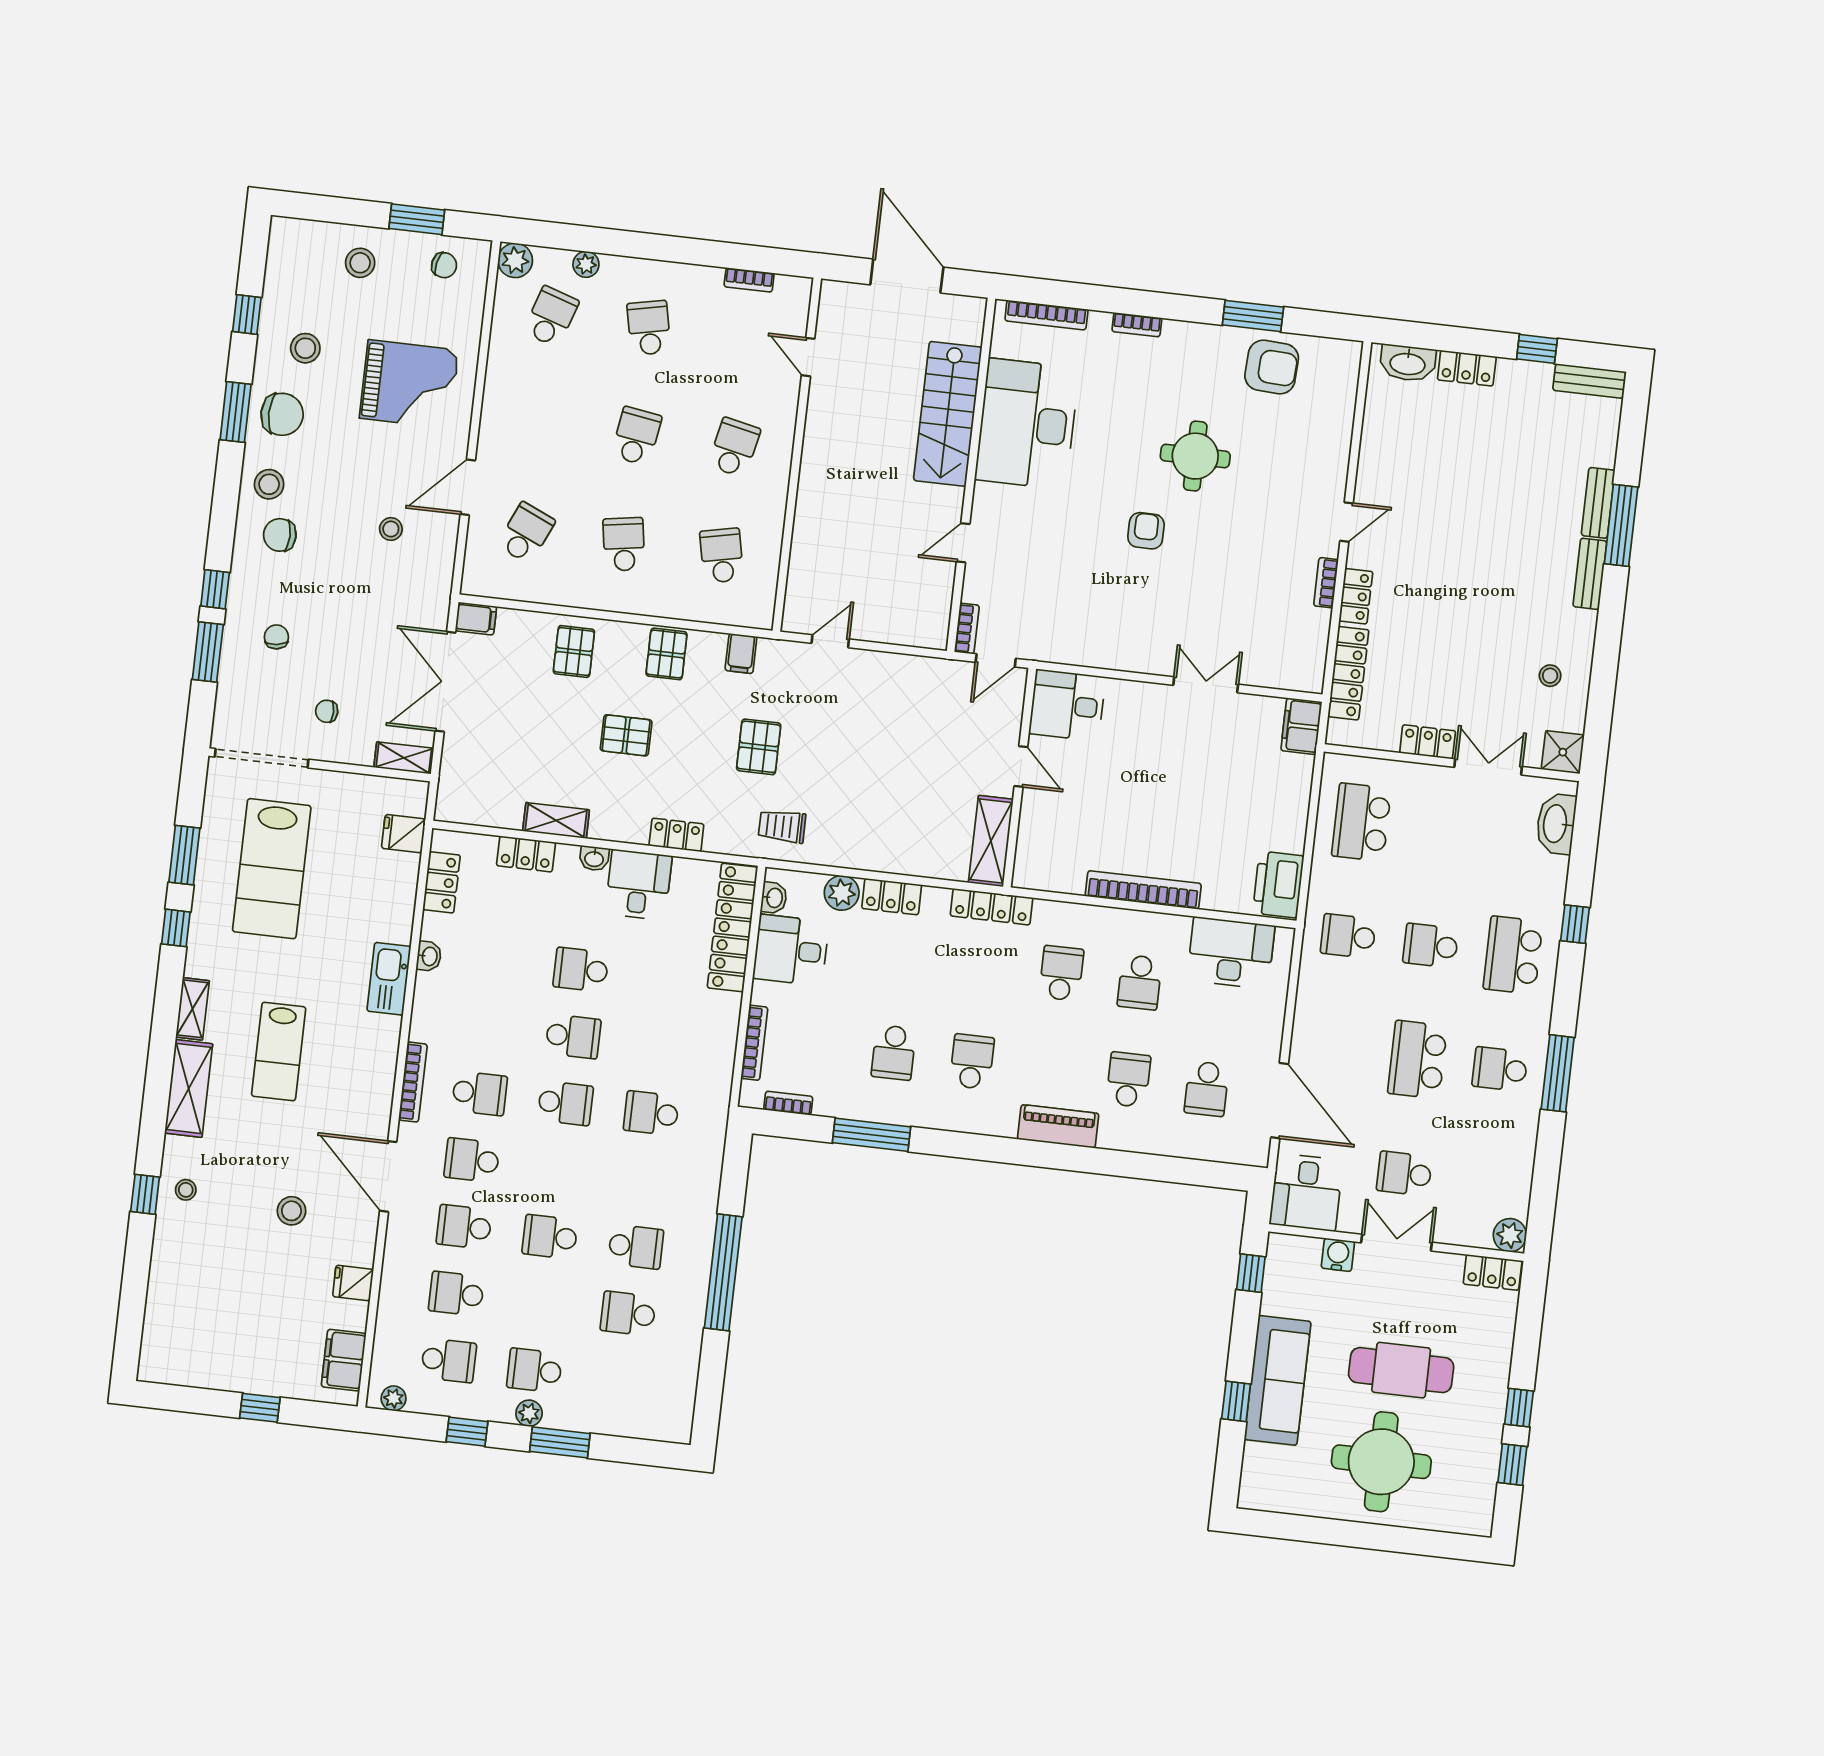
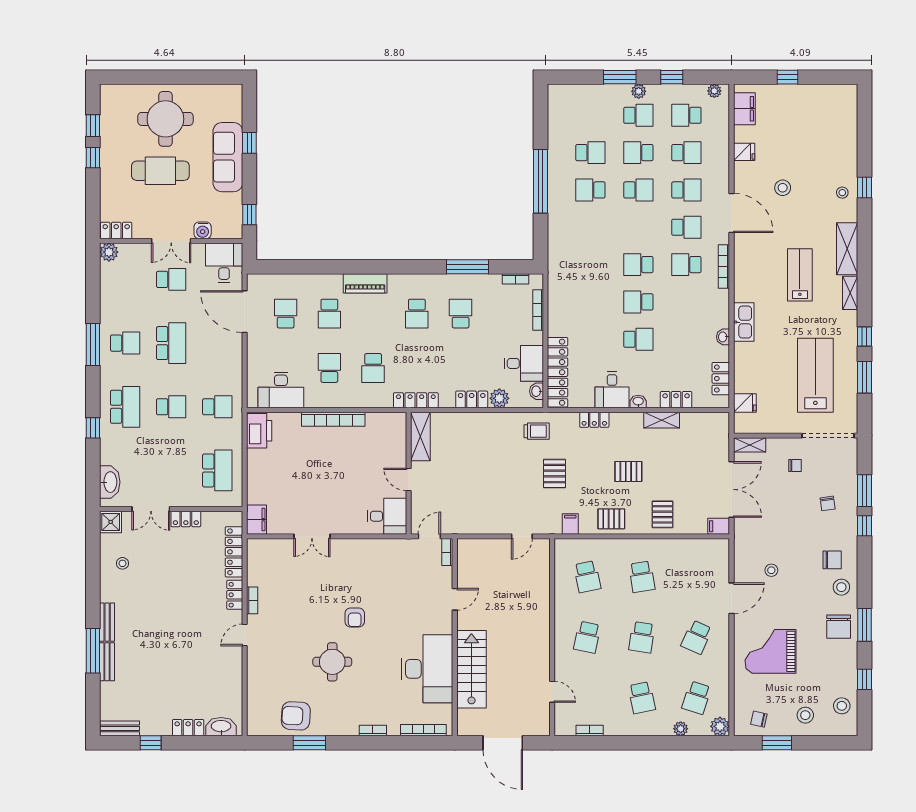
stool: (305, 348) -> (842, 706), moved
chair: (282, 414) -> (839, 627), turned -90
school desk: (526, 533) -> (697, 637), moved
pallet: (666, 654) -> (611, 519), turned 90
school desk: (651, 1113) -> (638, 153), moved, turned 180

